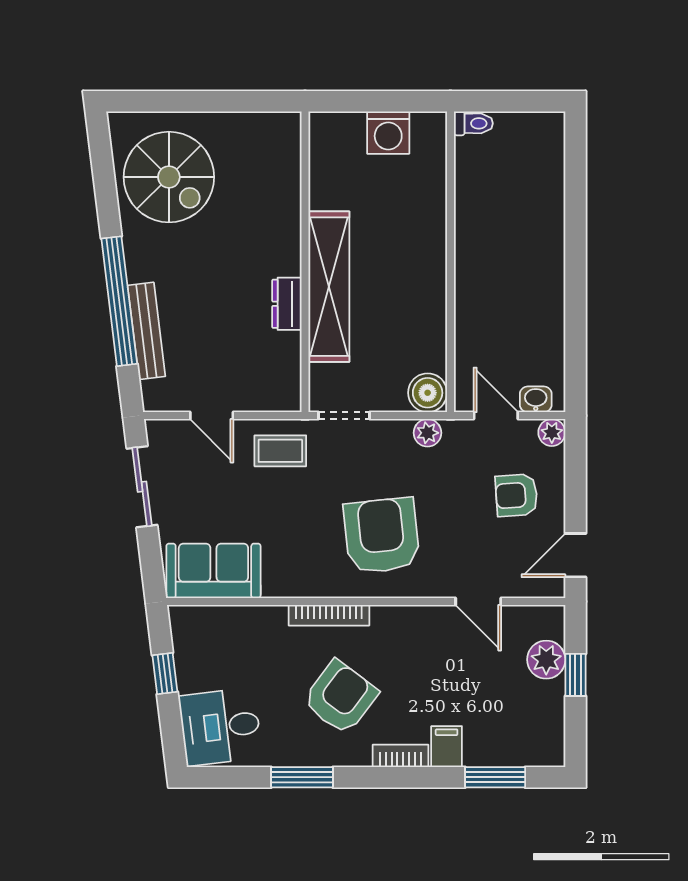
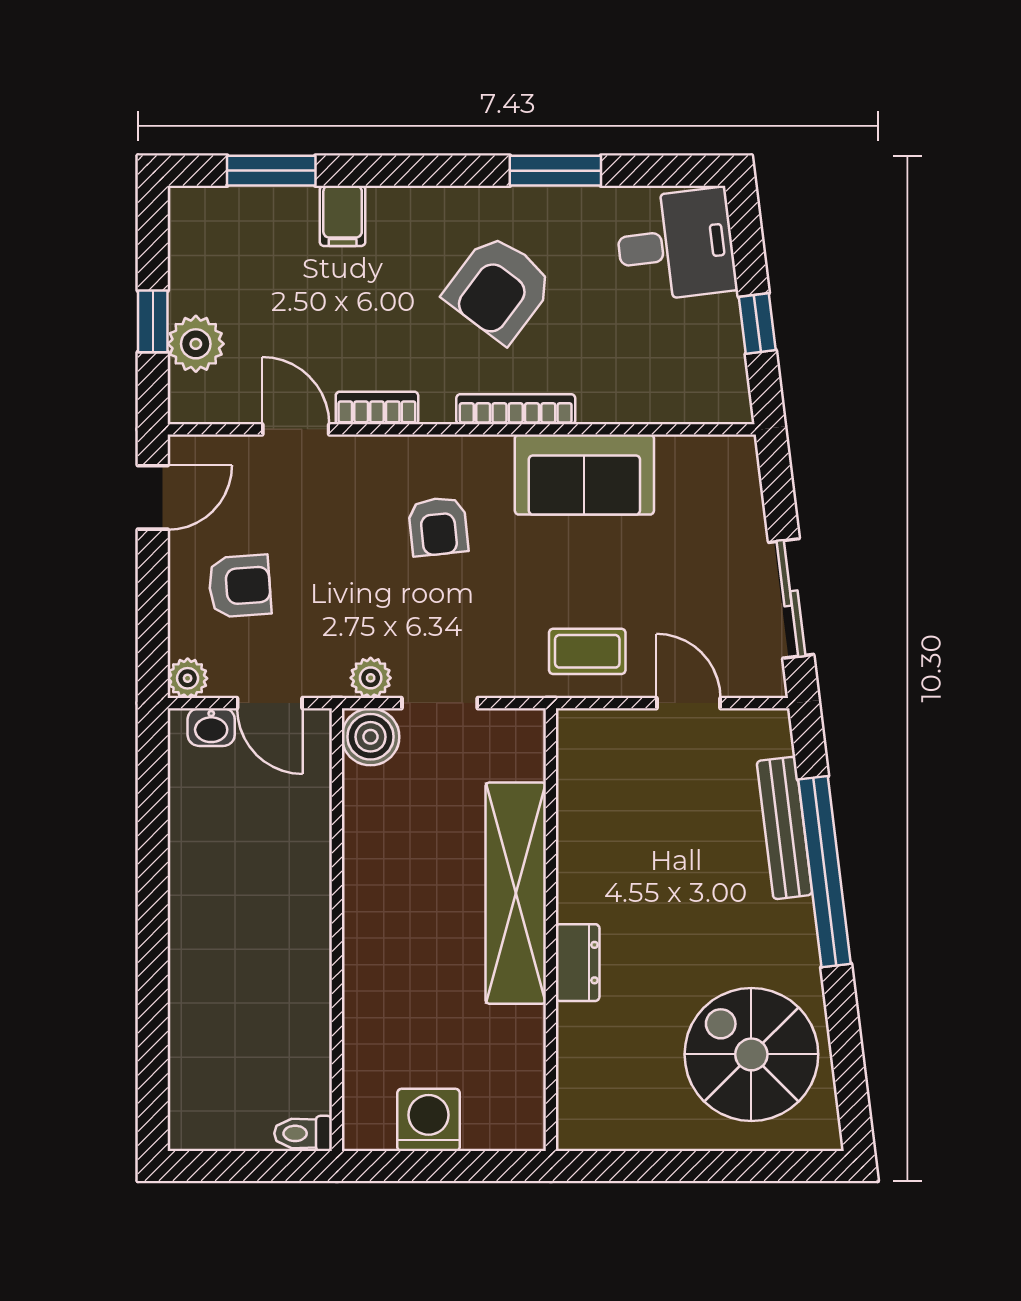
dresser: (287, 304) -> (578, 963), moved
doorway: (344, 416) -> (440, 703), moved
armchair: (382, 536) -> (438, 526), width x0.53, depth x0.53
sofa: (213, 571) -> (584, 475), moved
bookcase: (400, 756) -> (377, 408), moved, turned 180

